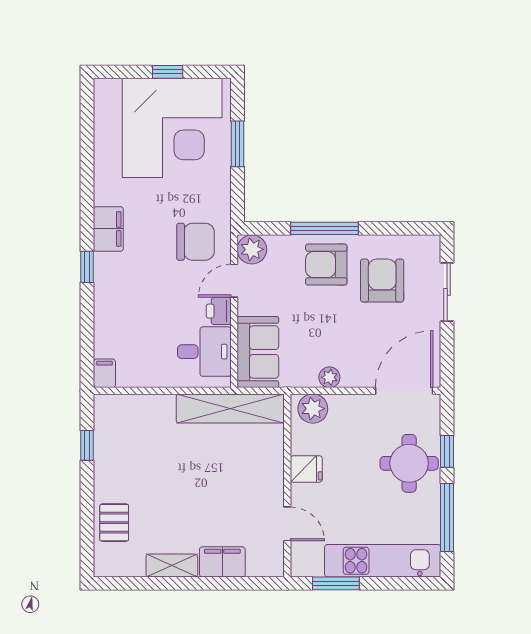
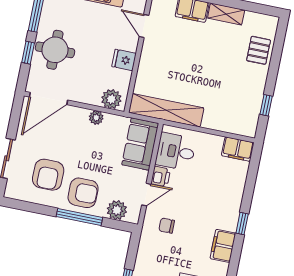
chair: (196, 242) -> (167, 226), width x0.54, depth x0.54
plant: (252, 249) -> (117, 210), moved
filing cabinet: (104, 373) -> (238, 149), width x2.00

